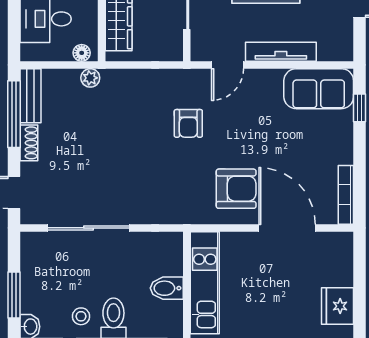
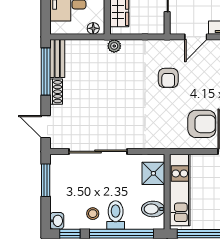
plant: (90, 78) -> (114, 46), moved
shower: (167, 259) -> (153, 173), added
bidet: (167, 288) -> (153, 209), moved
window: (14, 295) -> (46, 180), moved

